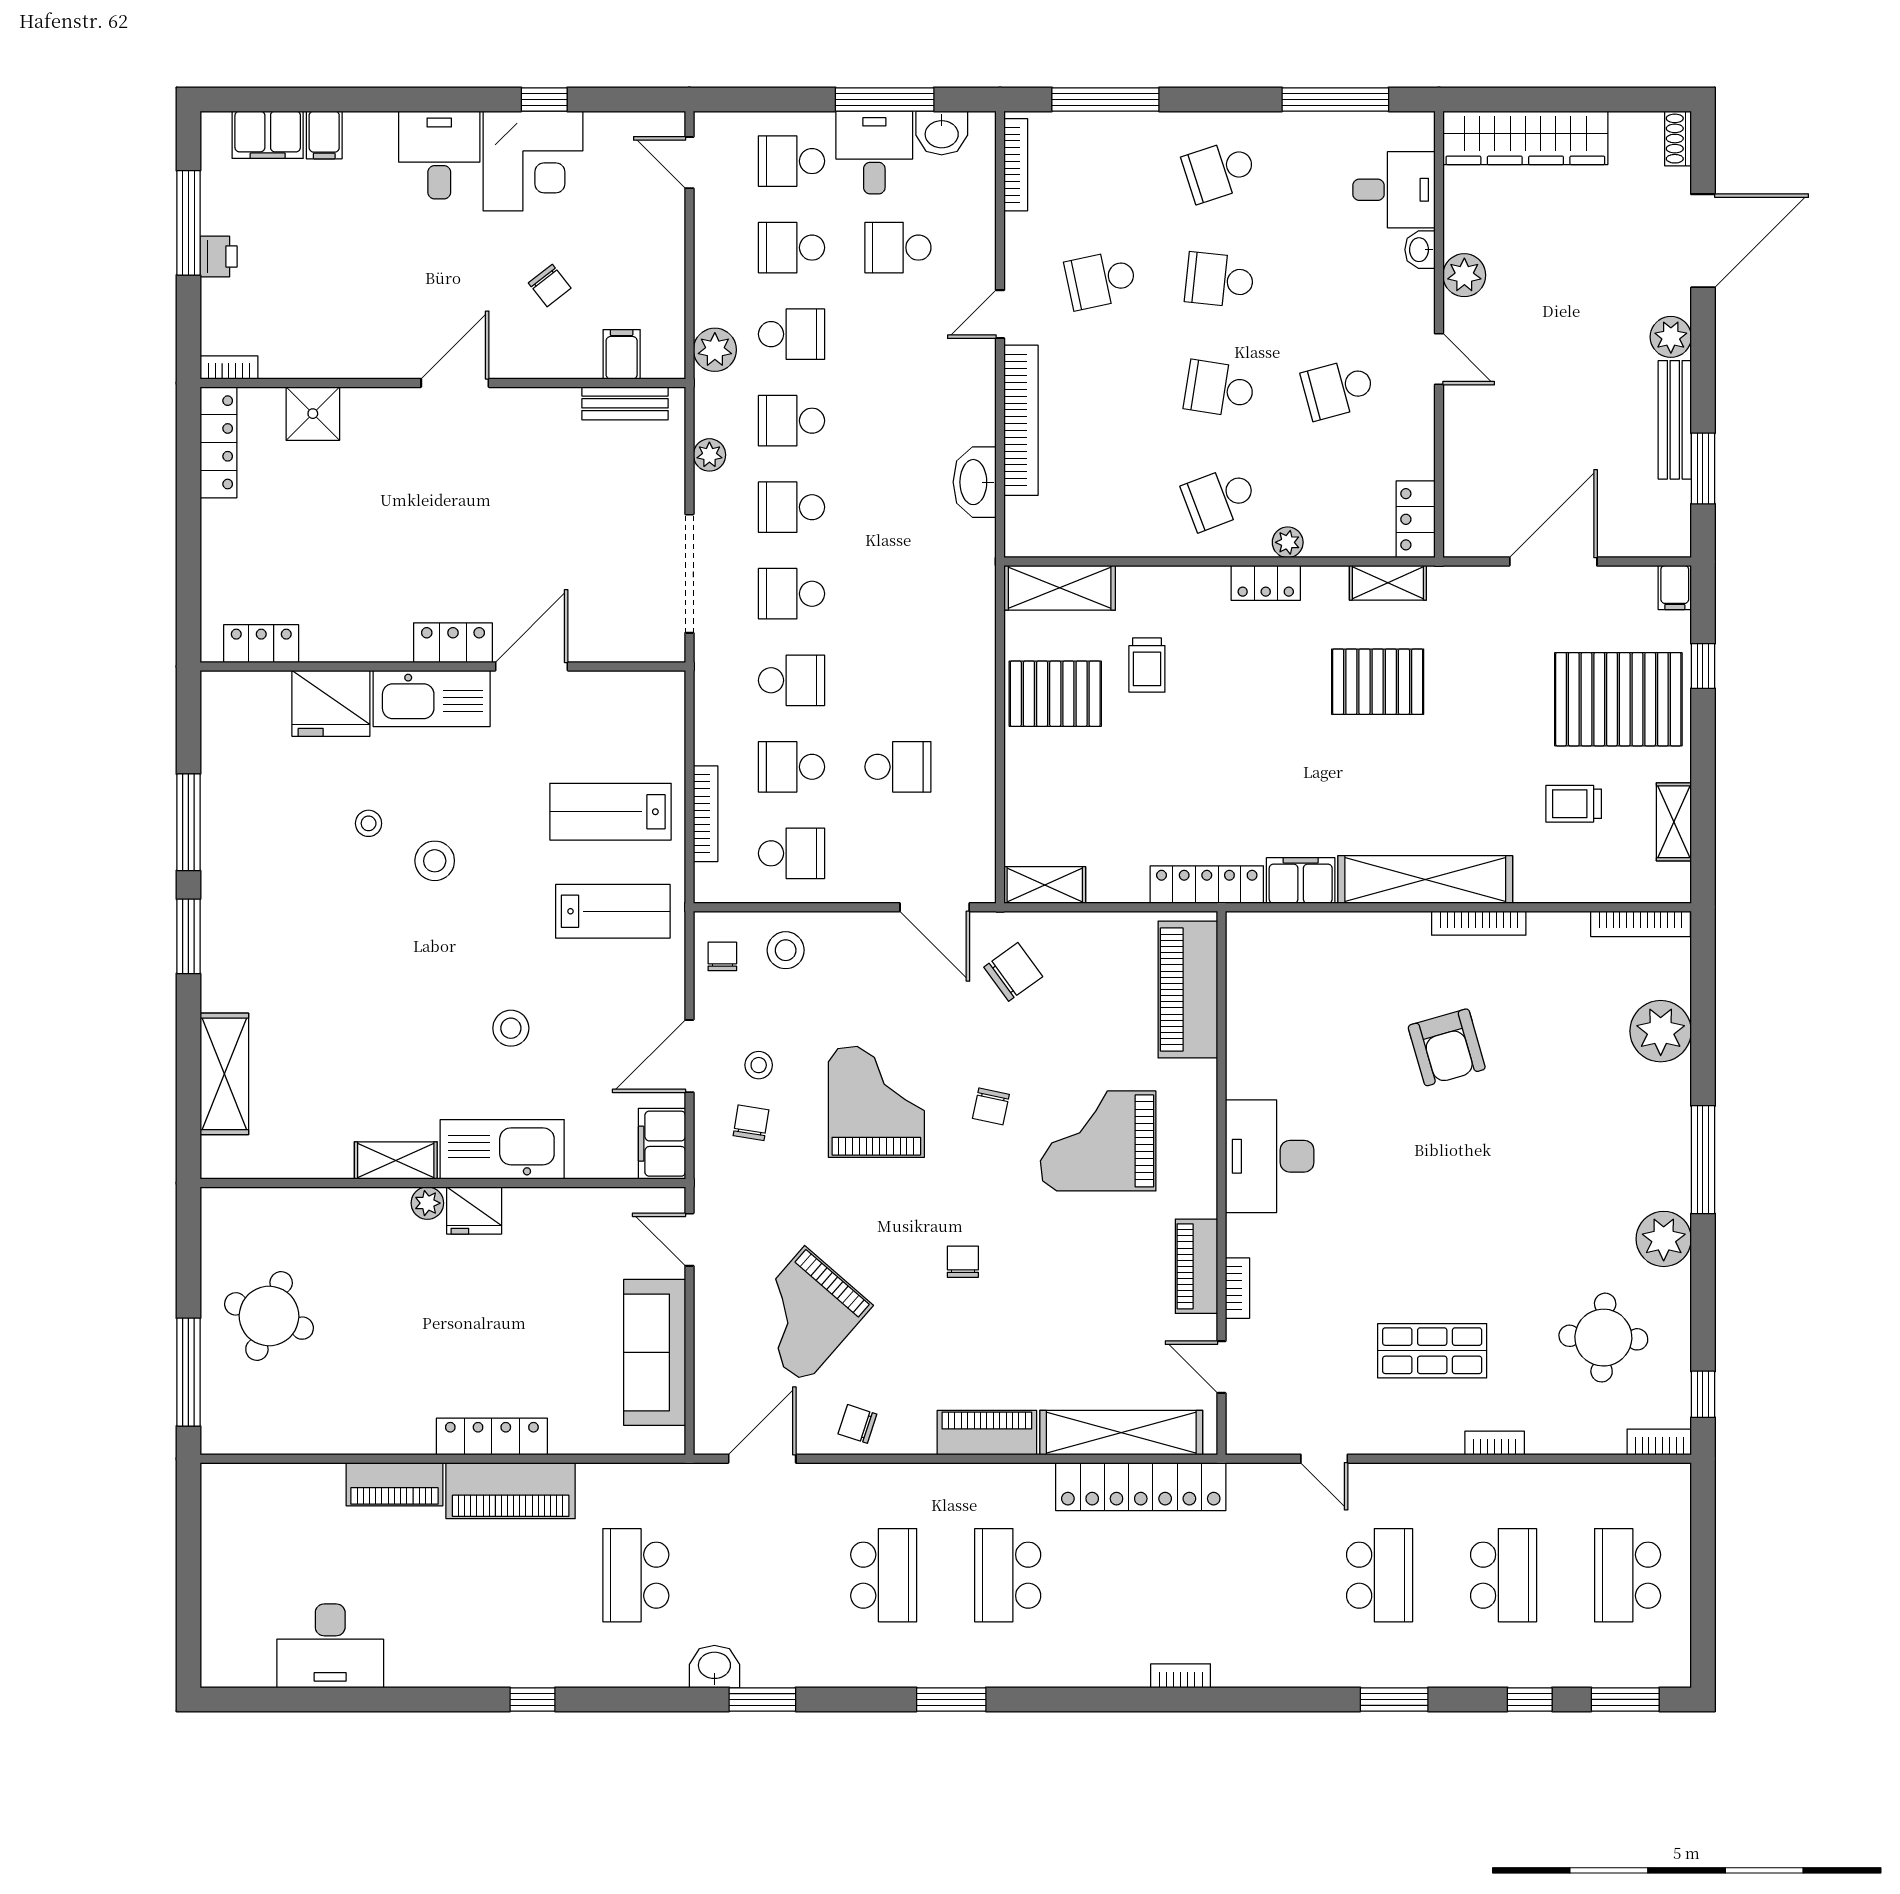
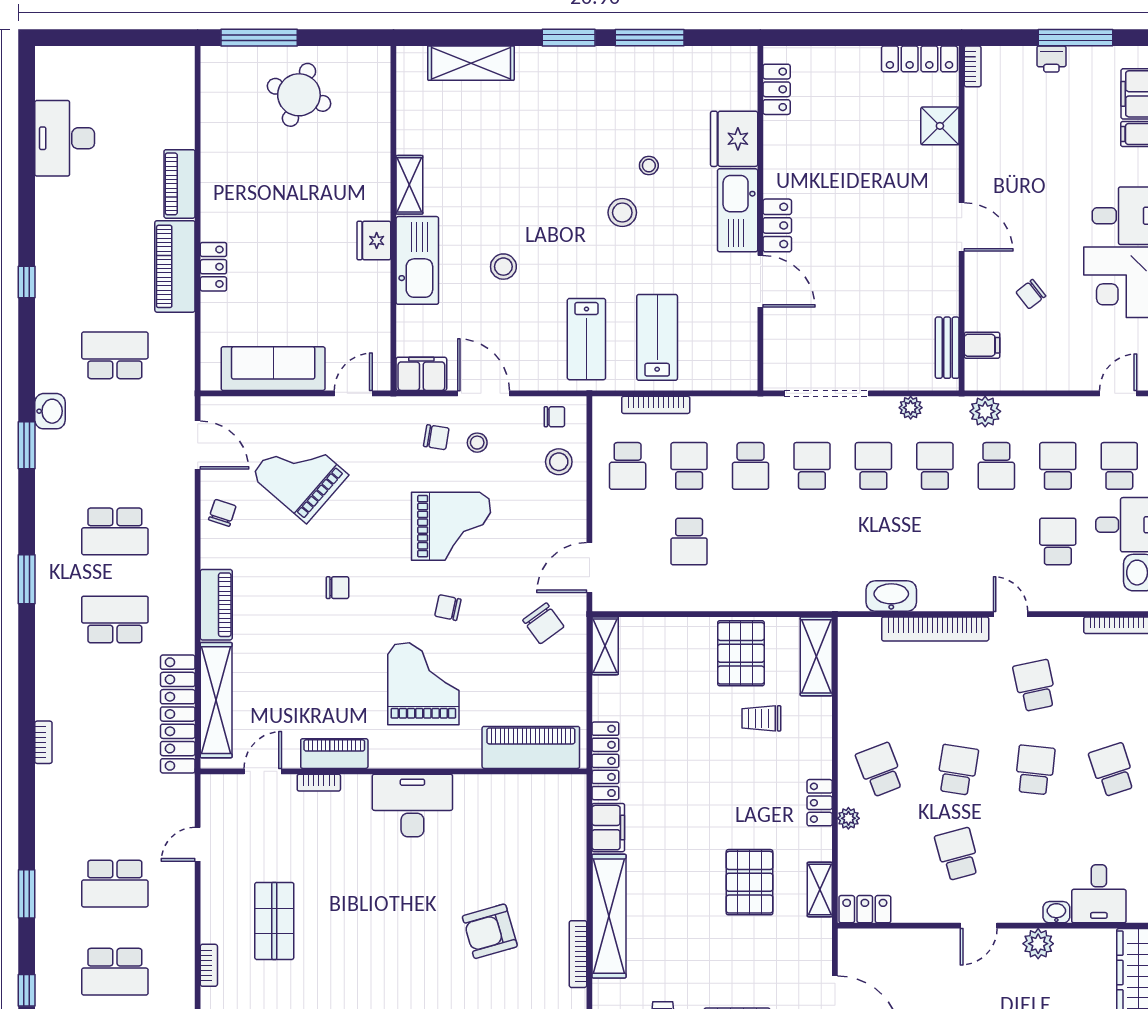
plant: (427, 1203) -> (379, 207), removed
locker: (492, 1436) -> (213, 267), width x0.66

